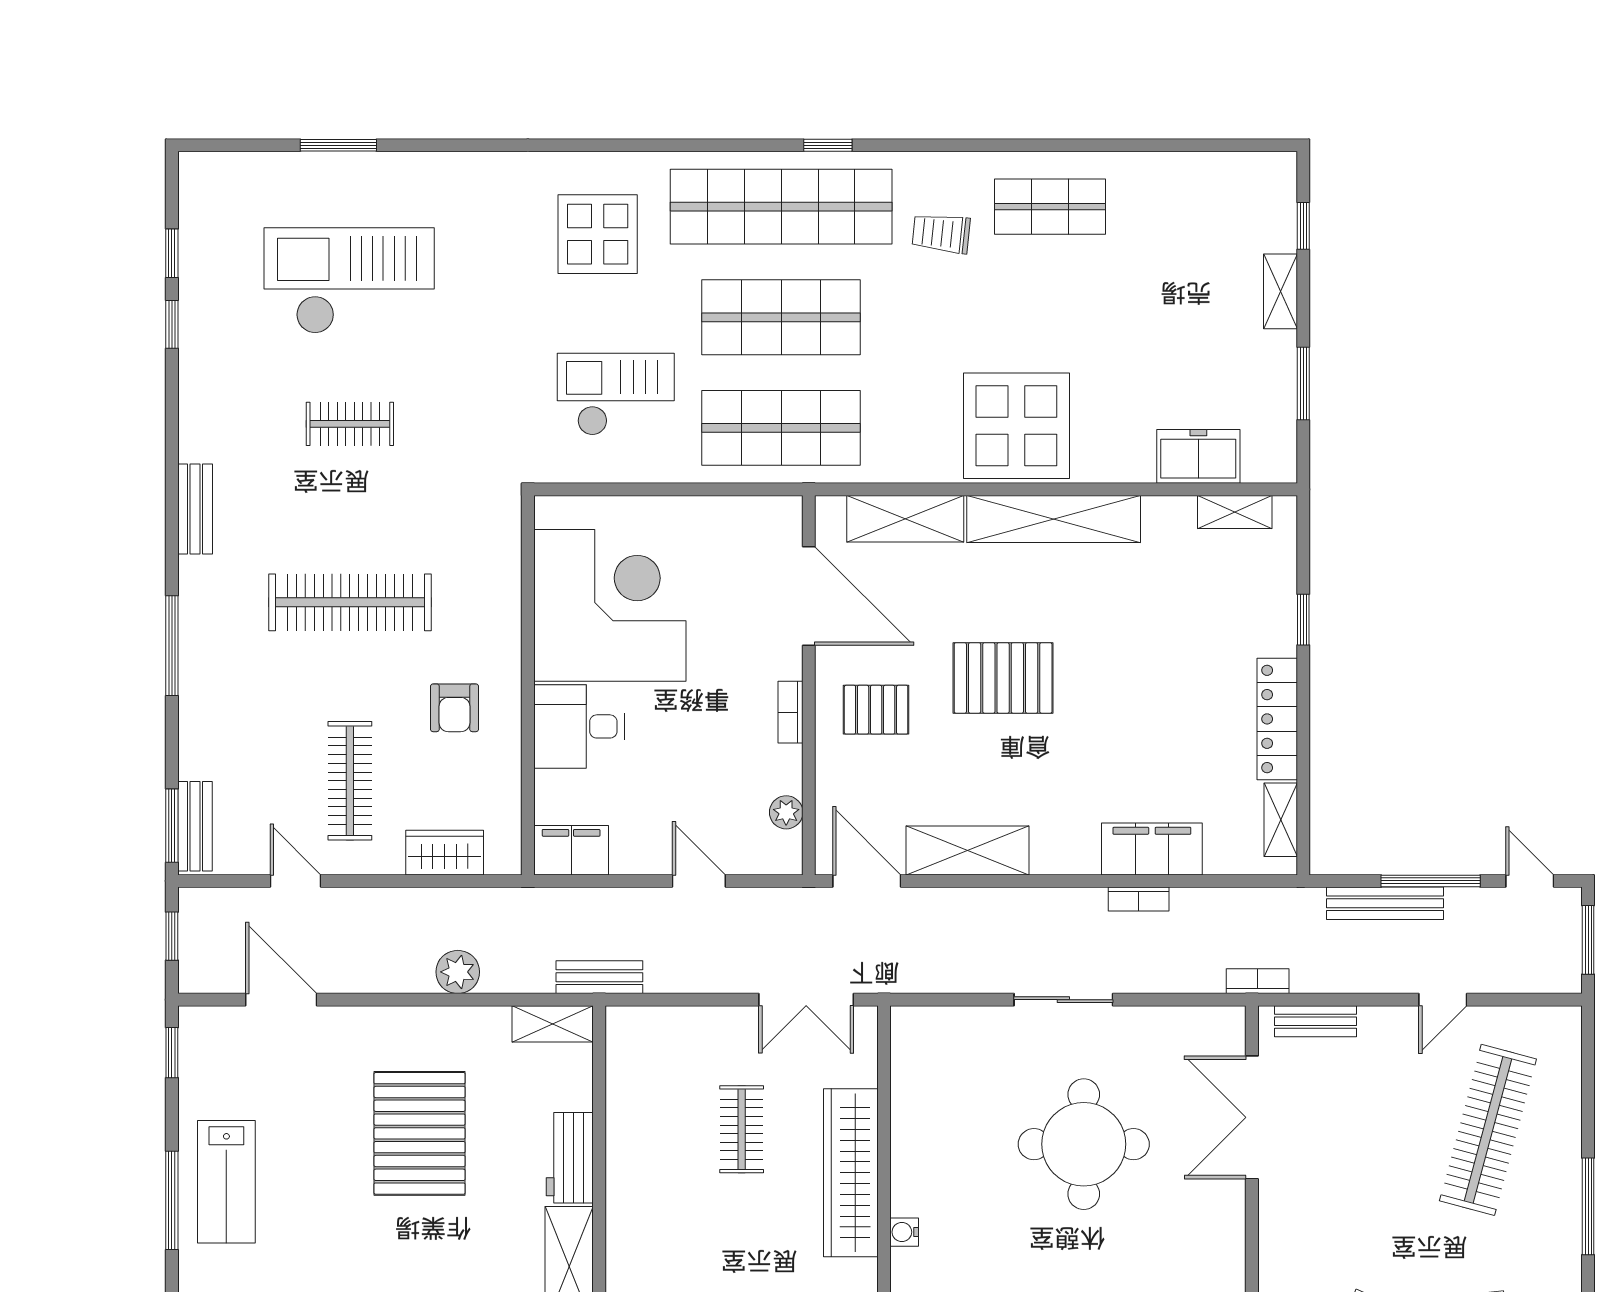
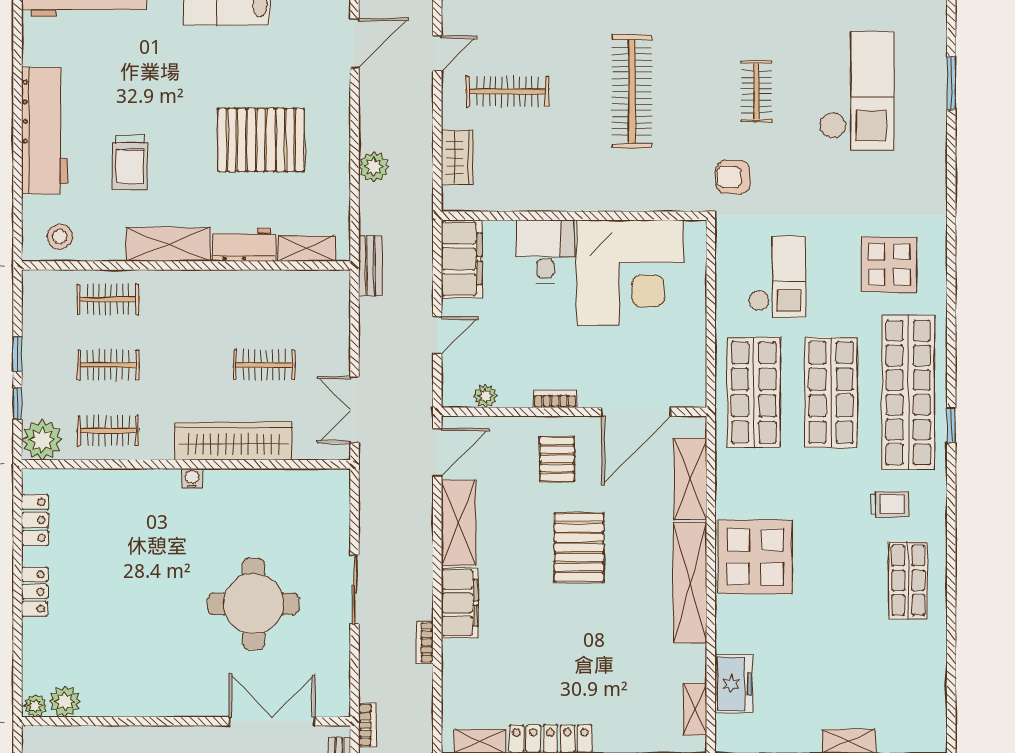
trolley: (941, 233) -> (890, 504), turned 84
armchair: (454, 708) -> (733, 177), moved
filing cabinet: (1152, 849) -> (460, 603), moved
filing cabinet: (571, 850) -> (462, 259), width x1.50, depth x1.17
shelving: (553, 1024) -> (306, 249), moved, turned 90

